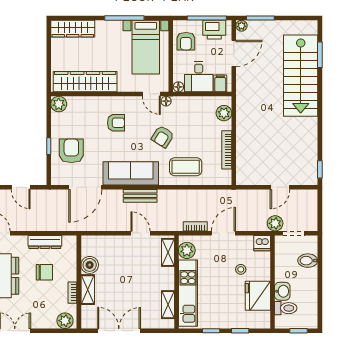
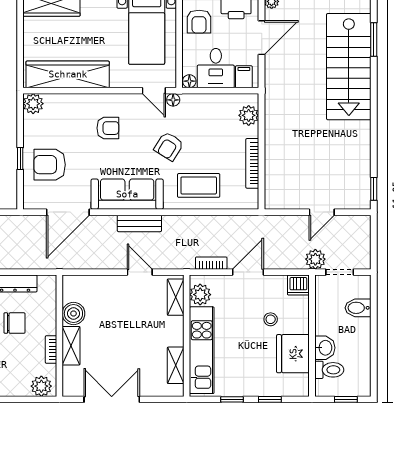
armchair: (71, 151) -> (50, 165), turned -90

